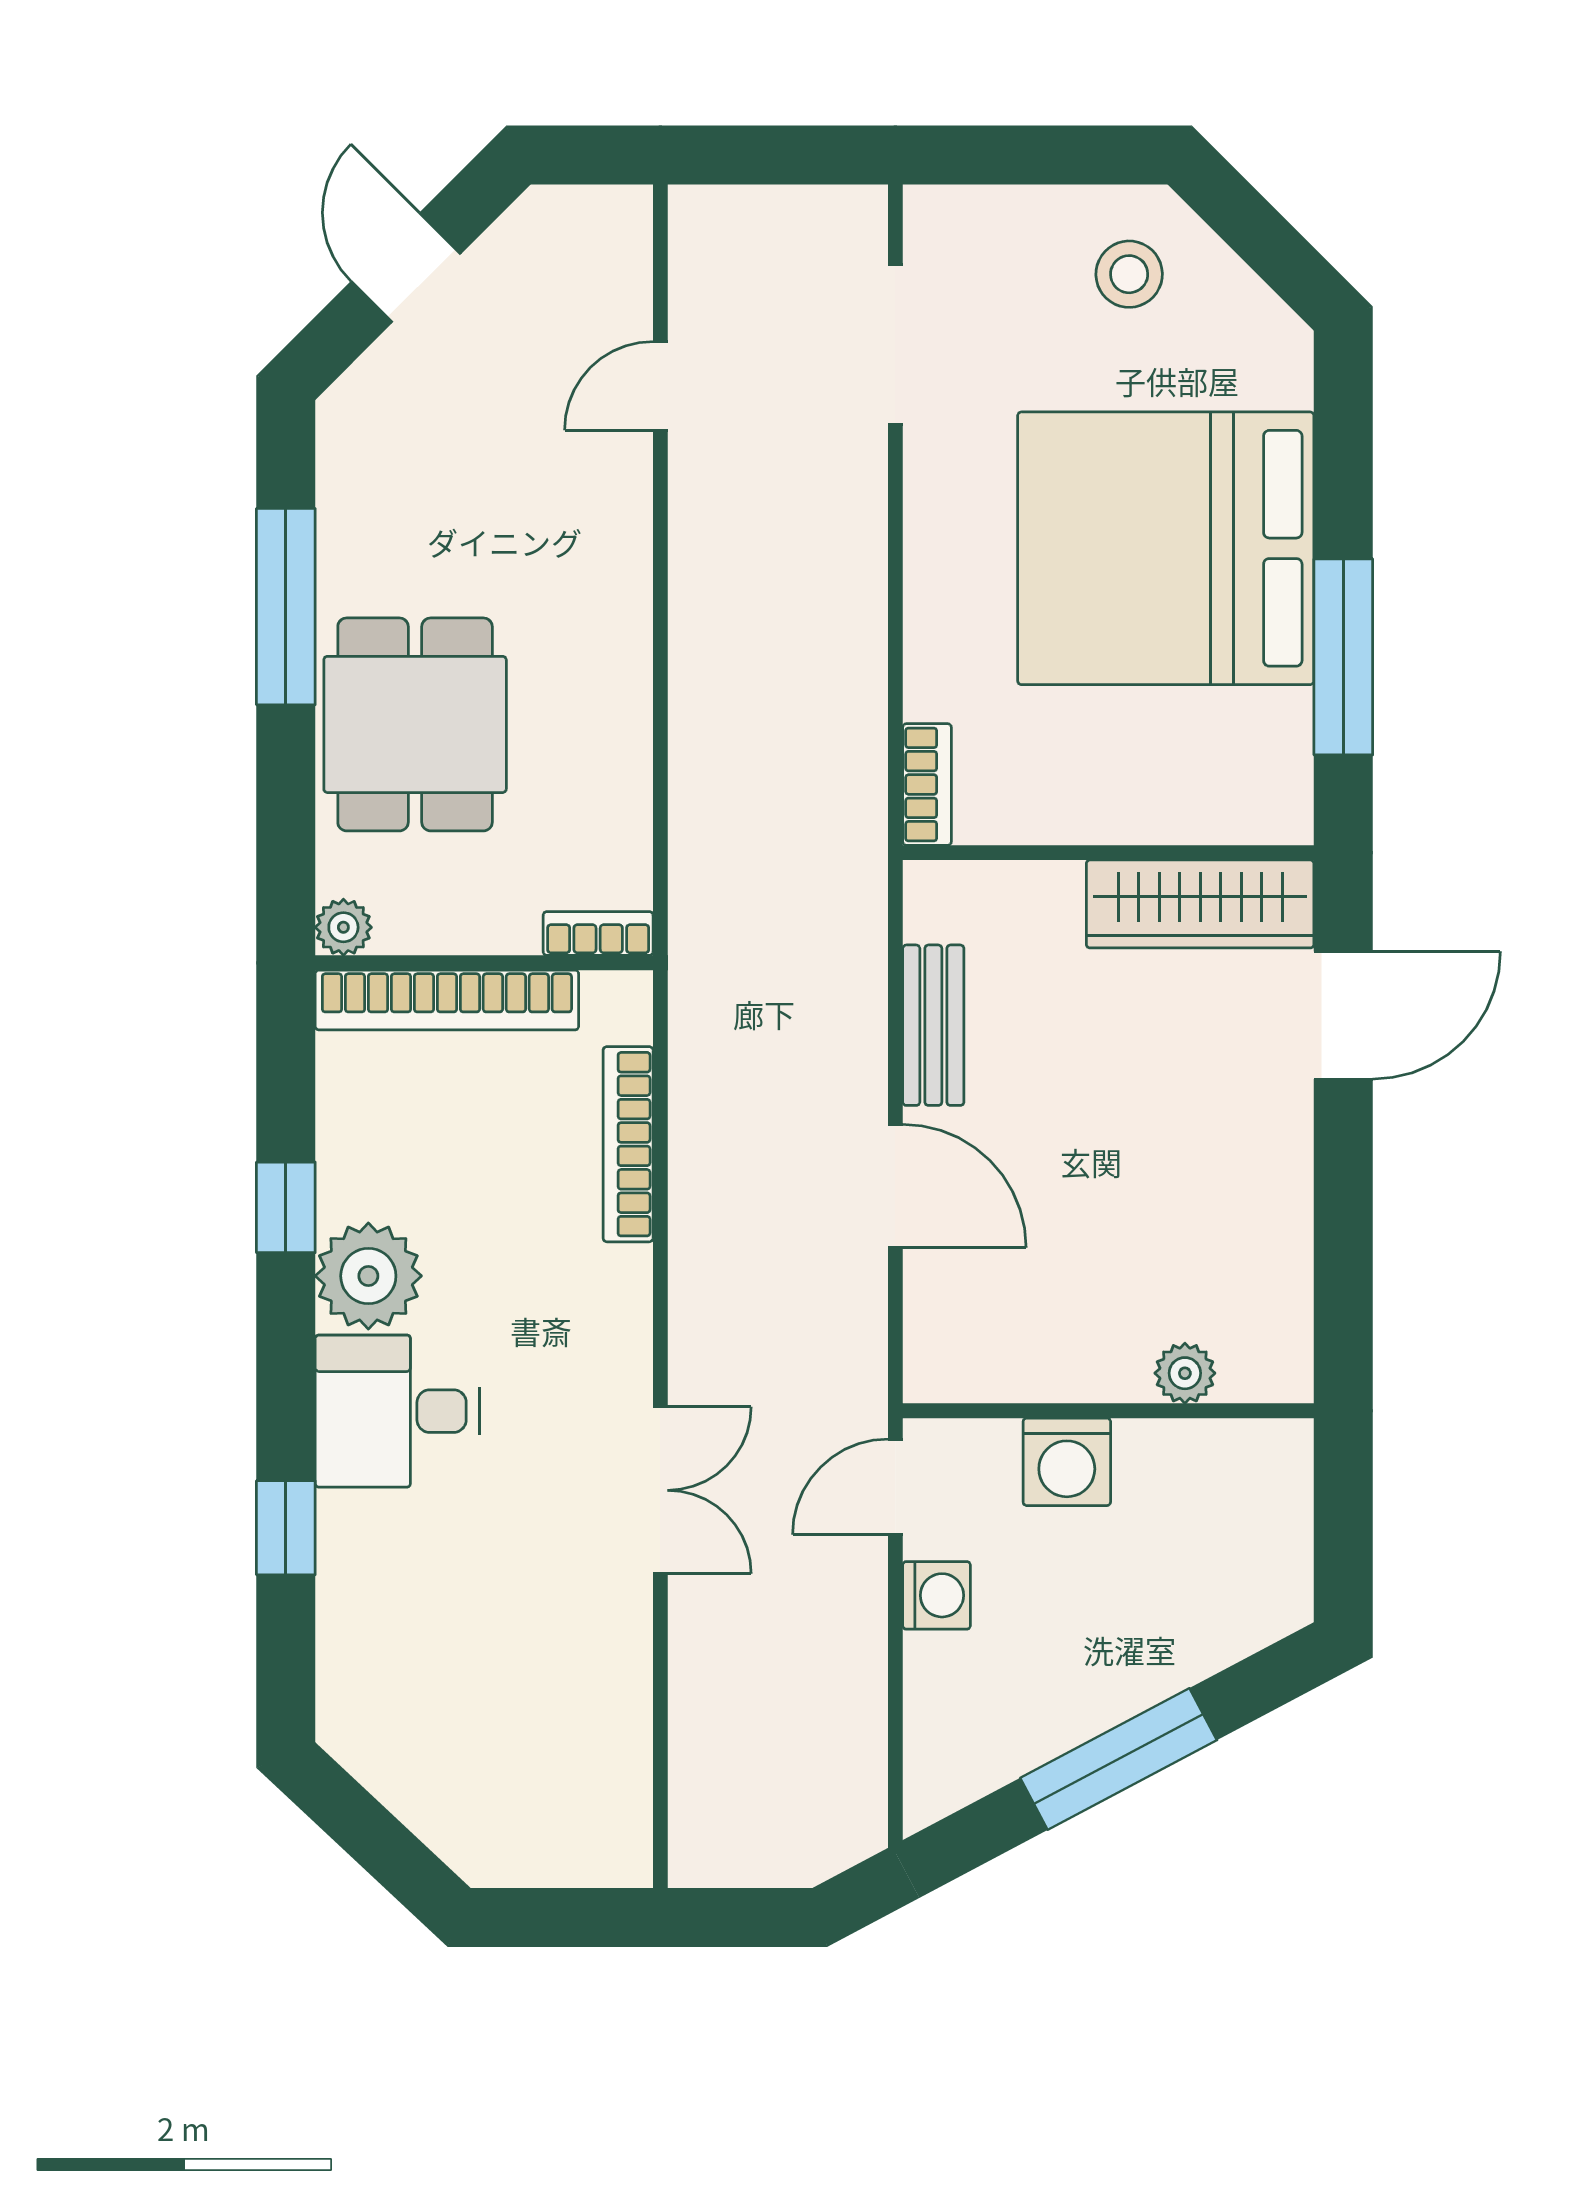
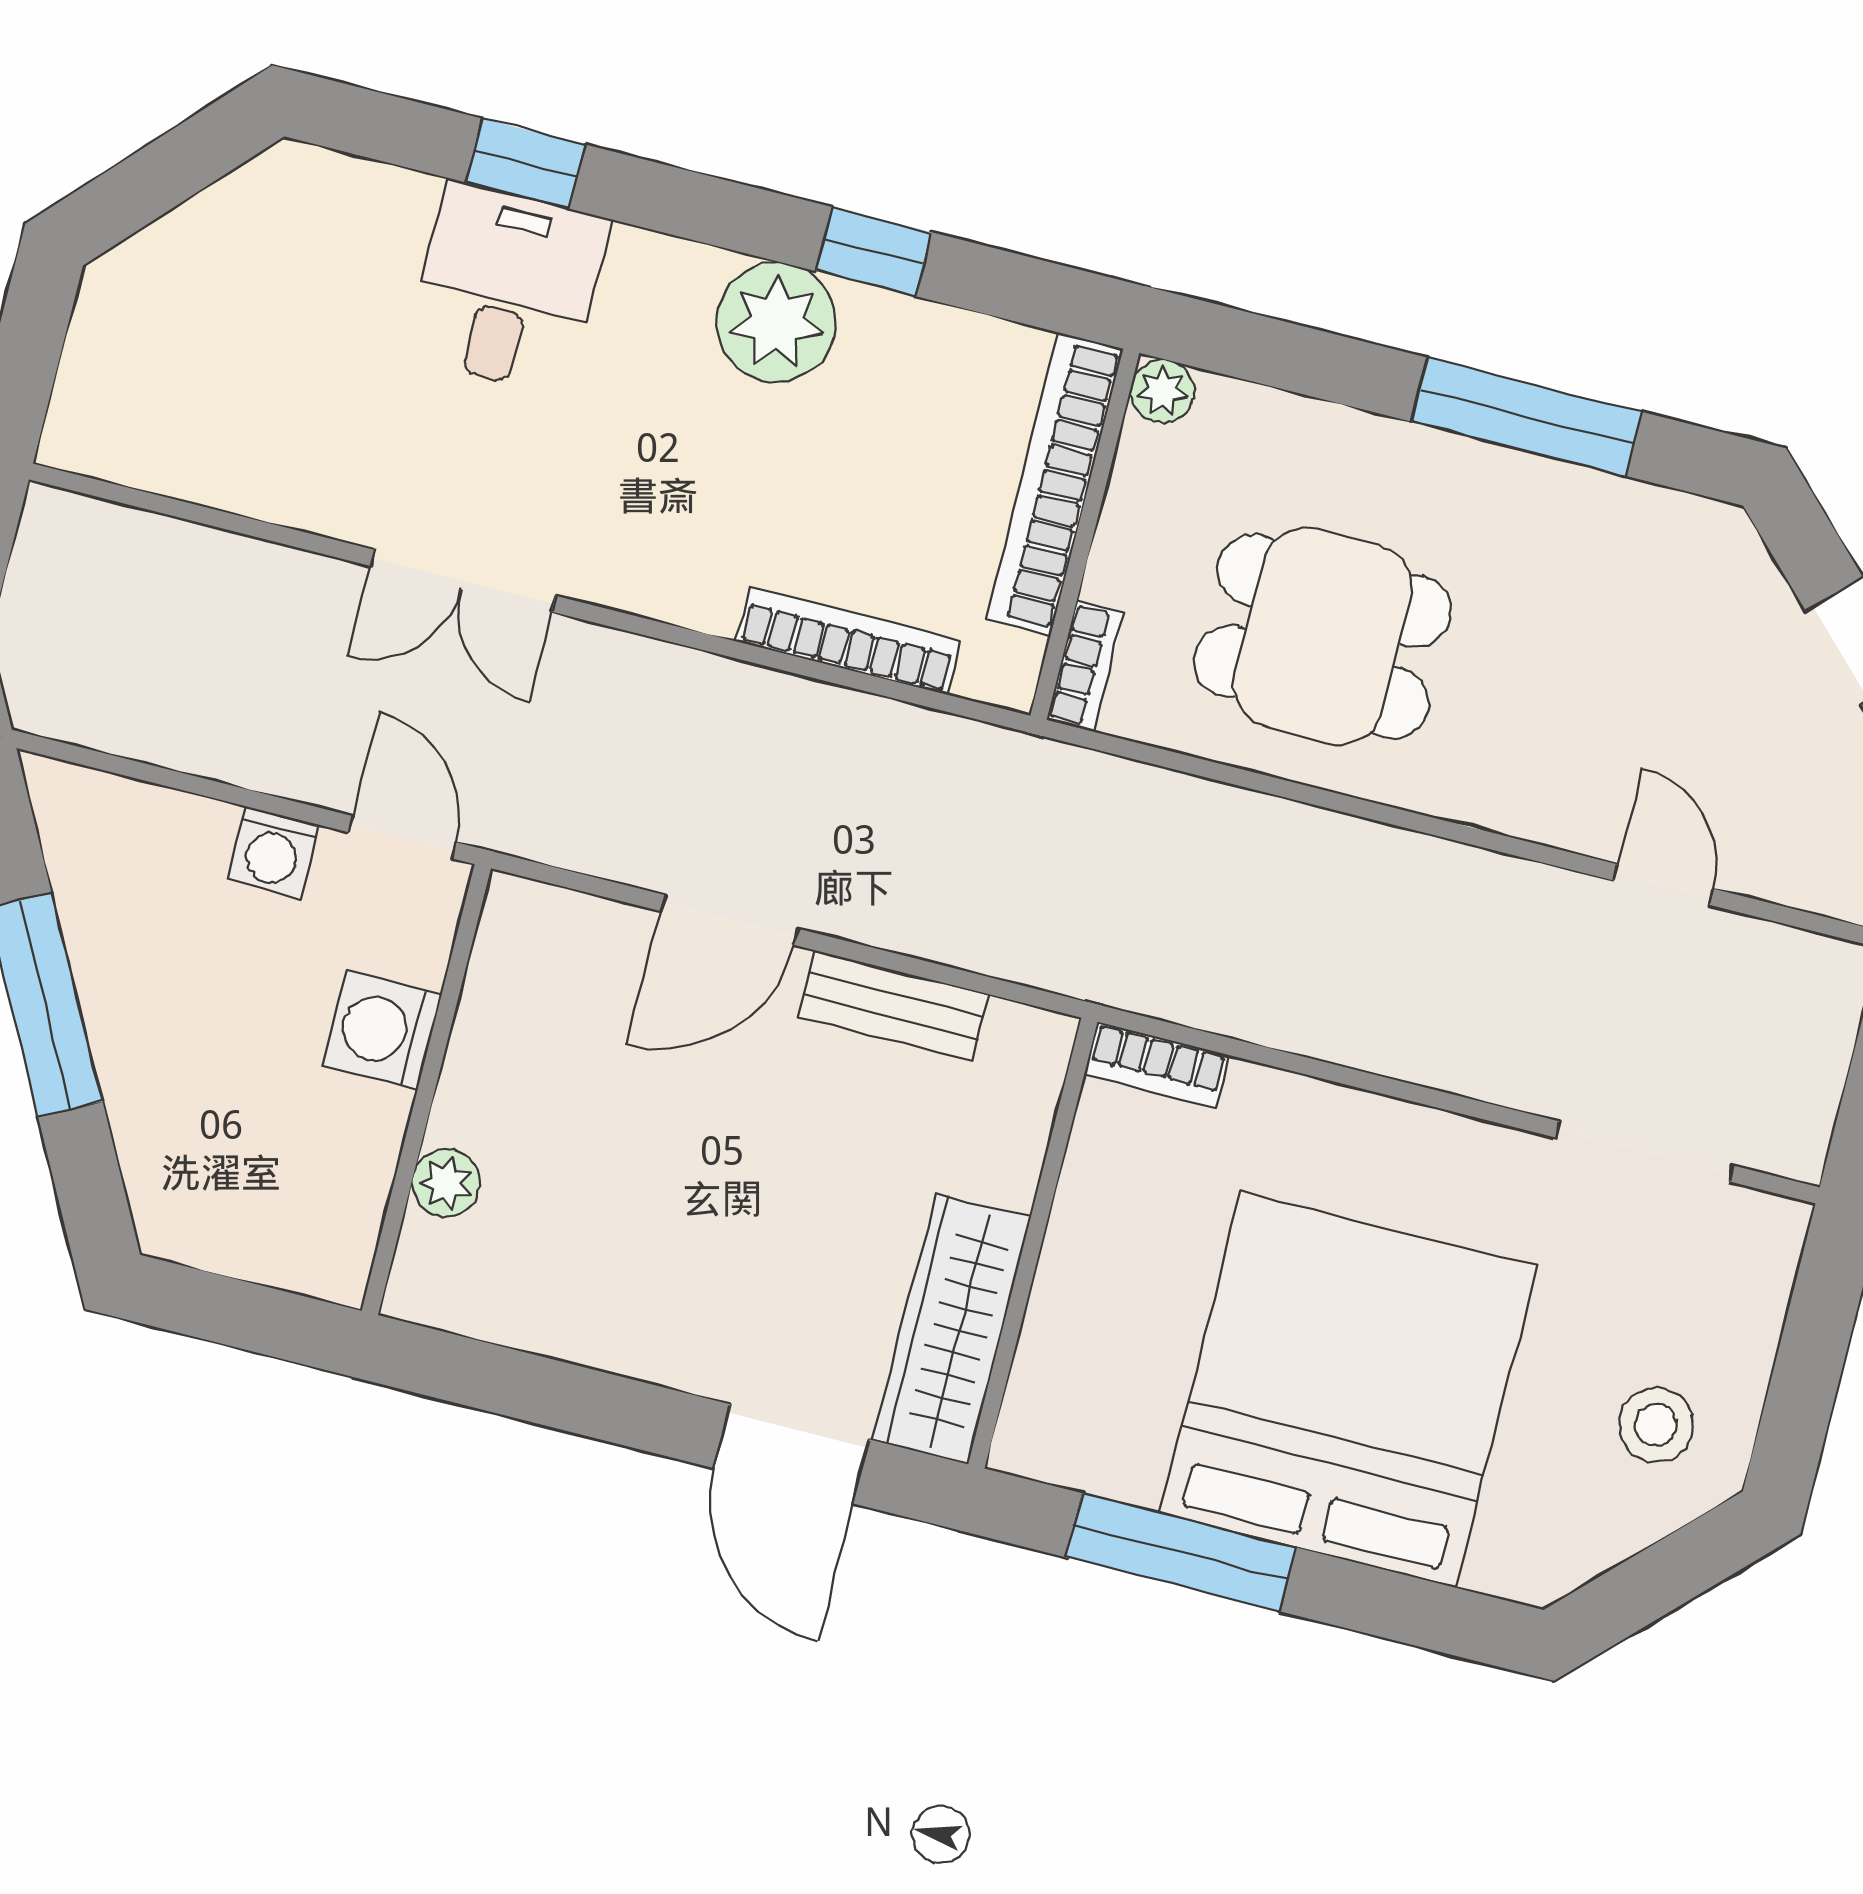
dining table: (415, 724) -> (1323, 636), moved
desk: (397, 1411) -> (508, 288), moved

